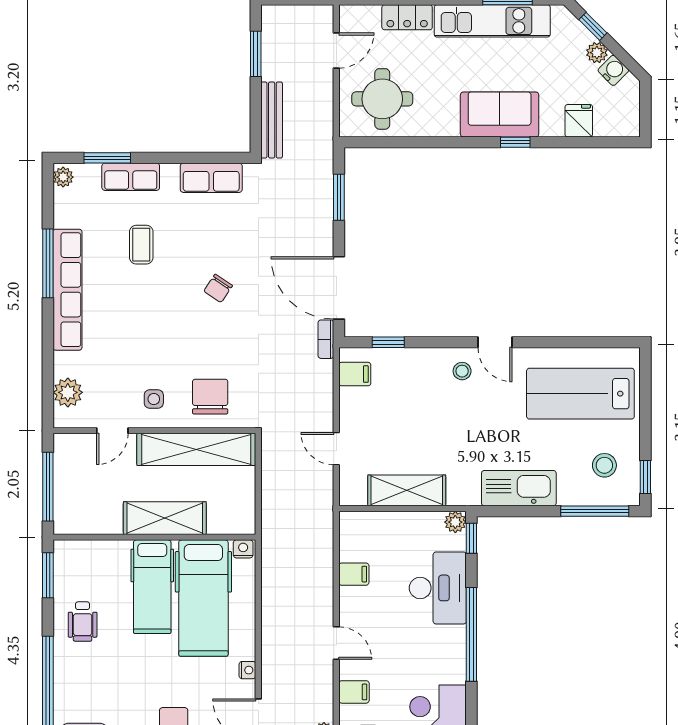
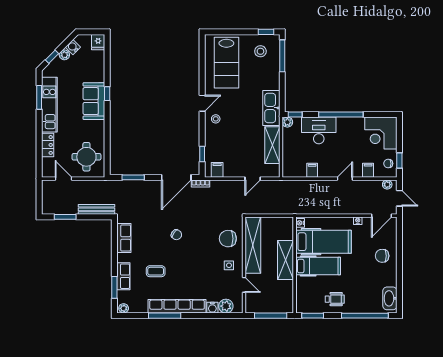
fridge: (579, 121) -> (98, 42), moved, turned -90
water cooler: (65, 364) -> (212, 308), added
kitchen sink: (519, 488) -> (271, 108), moved

